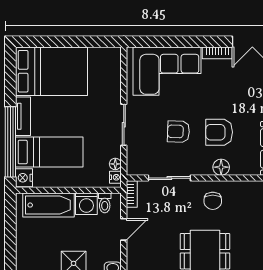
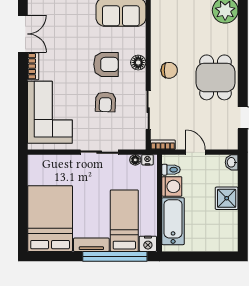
armchair: (219, 132) -> (106, 64), turned -90

